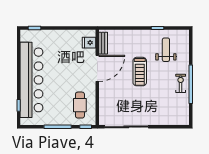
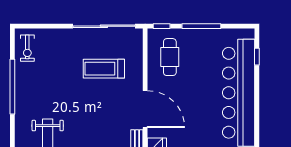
door: (97, 68) -> (145, 109), swing flipped
treadmill: (140, 72) -> (104, 69), moved, turned -90
exercise bike: (181, 83) -> (27, 48), moved

